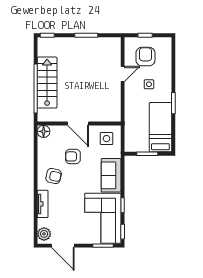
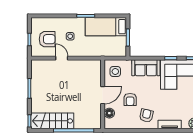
armchair: (145, 57) -> (47, 39), turned 180
stairs: (47, 83) -> (52, 121), moved
floor lamp: (44, 131) -> (109, 113), moved

